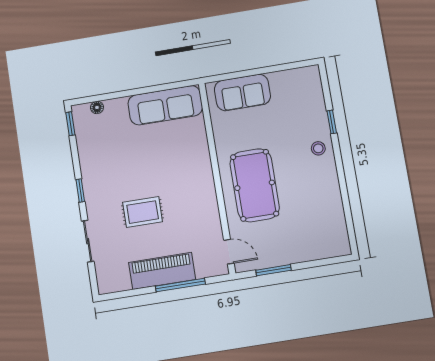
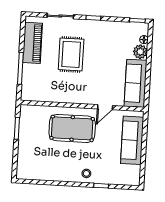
sofa: (242, 93) -> (132, 140), width x1.36
plant: (116, 109) -> (140, 52), added
rug: (143, 212) -> (71, 54), width x1.36, depth x1.43
door: (229, 252) -> (105, 107), moved
piano: (162, 271) -> (33, 43), moved

